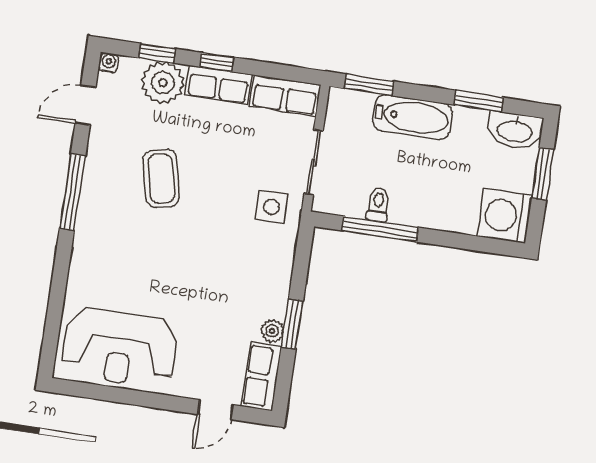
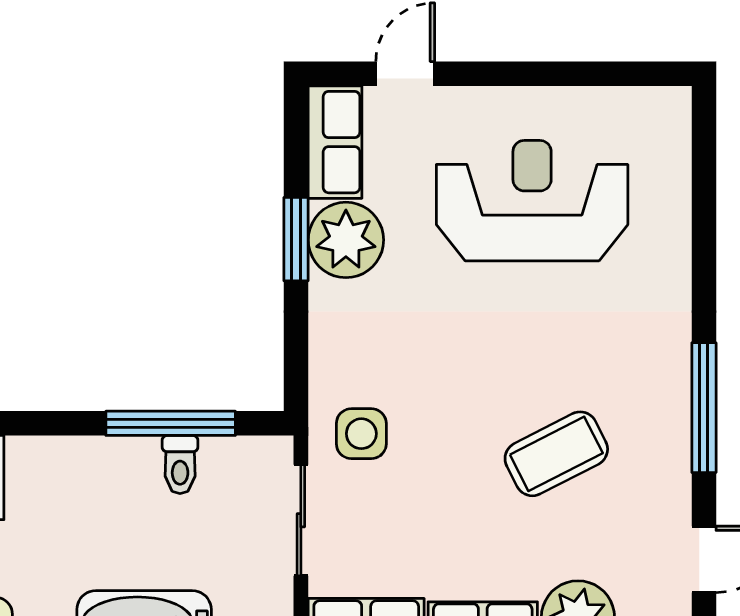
coffee table: (161, 178) -> (556, 454), turned 76
plant: (272, 331) -> (346, 240), width x1.87, depth x1.87
reception desk: (120, 348) -> (532, 201), moved

